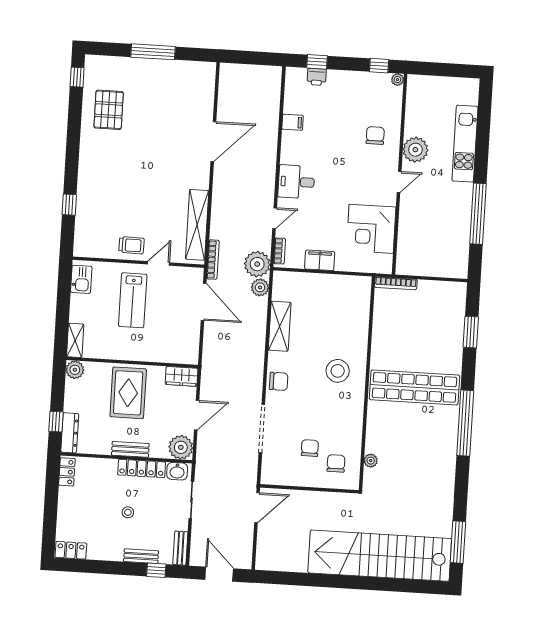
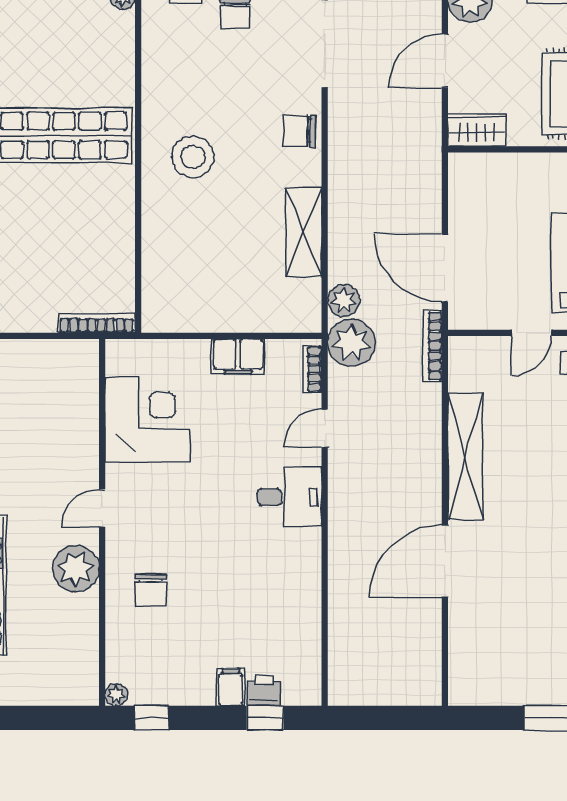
filing cabinet: (293, 122) -> (231, 687), moved, turned 90
shelving: (197, 225) -> (465, 456), moved

